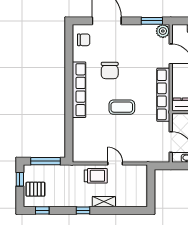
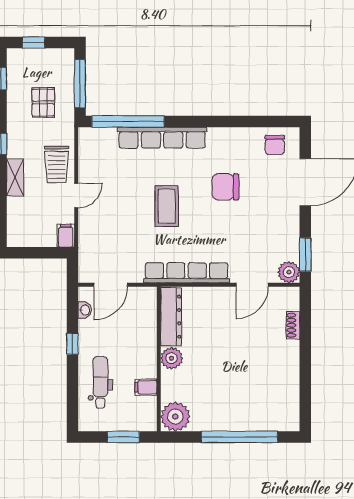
row of seats: (79, 90) -> (162, 138), moved
window: (69, 131) -> (128, 121), added
filing cabinet: (140, 170) -> (66, 236), added
window: (20, 179) -> (34, 43), moved
pallet: (35, 189) -> (43, 103), moved

